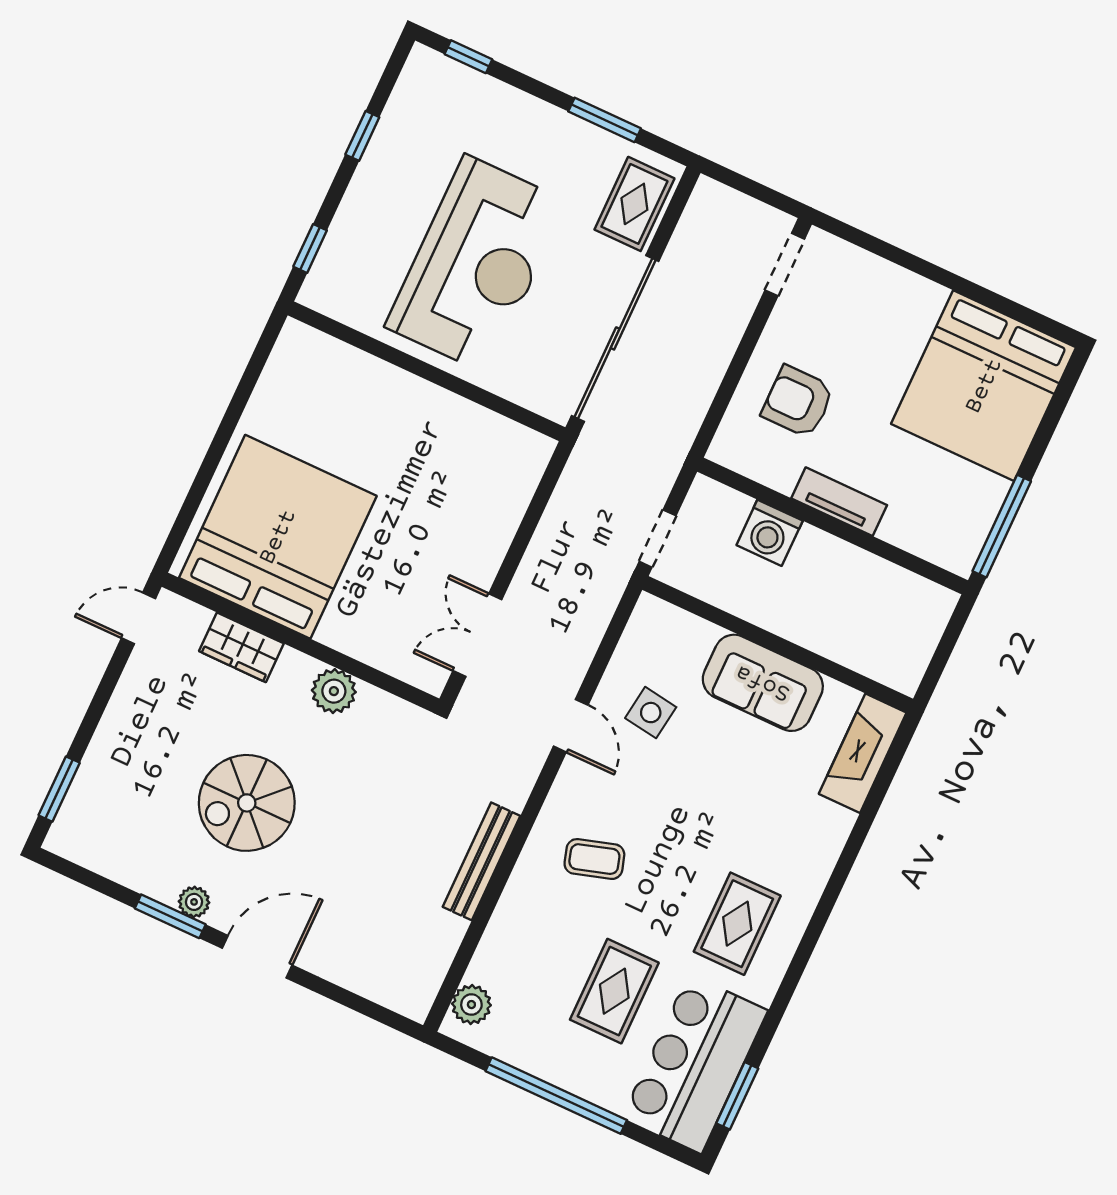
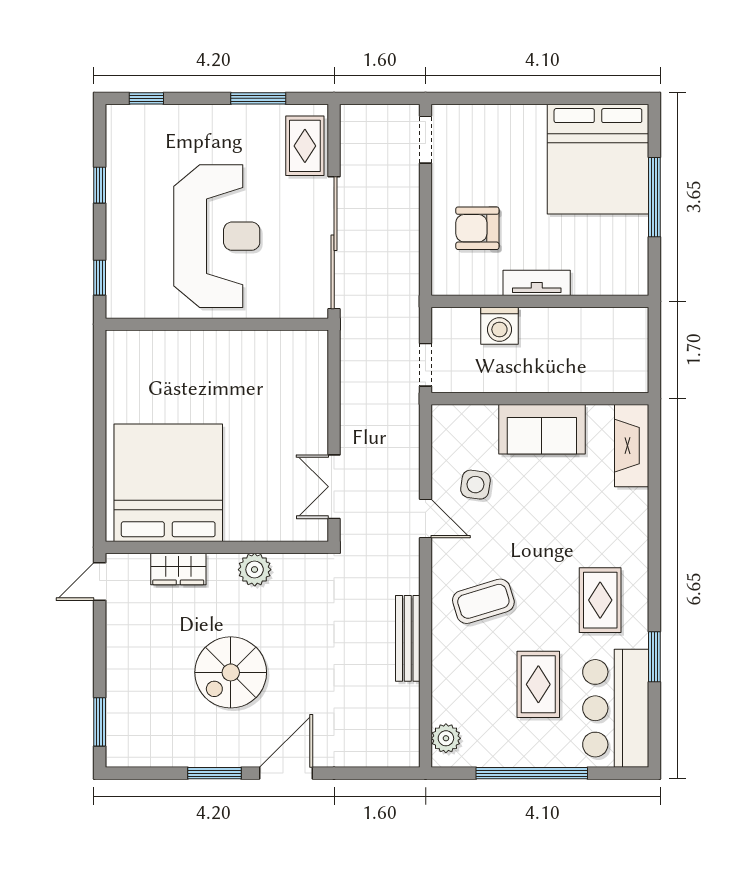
window: (1002, 526) -> (654, 197), moved
coffee table: (594, 859) -> (483, 601), width x1.36, depth x1.30
plant: (194, 902) -> (226, 756), removed
window: (737, 1096) -> (654, 657), moved

